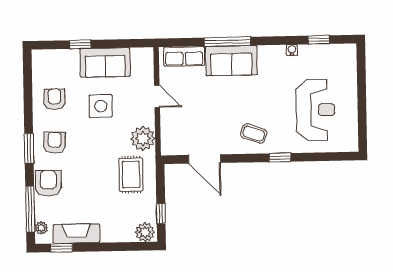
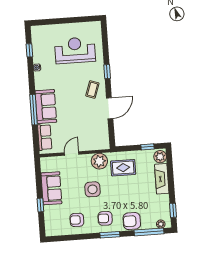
side table: (101, 106) -> (93, 189), moved
door: (204, 159) -> (110, 108), moved
fireplace: (76, 234) -> (162, 179), moved

